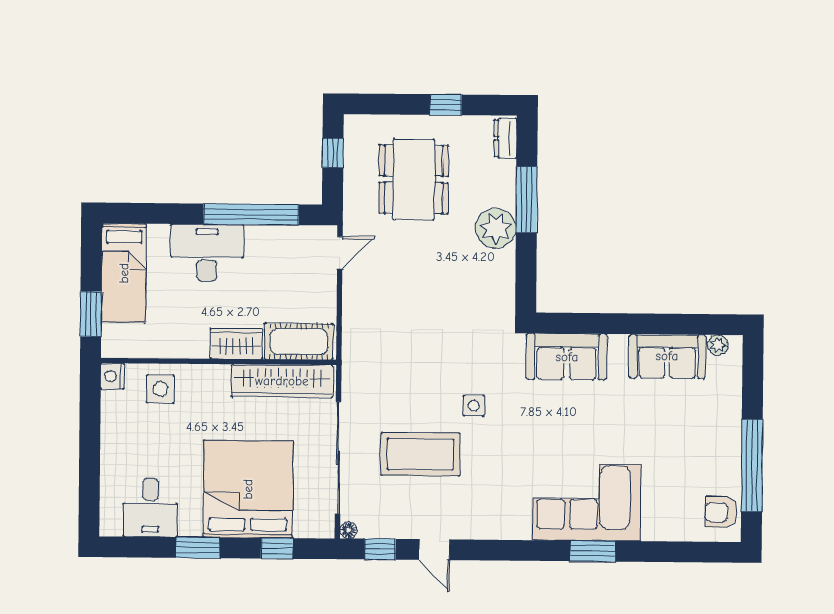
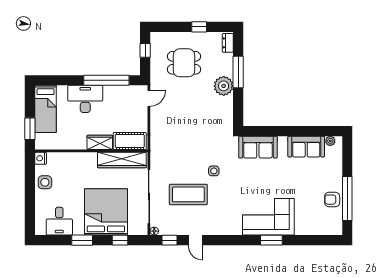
dining table: (414, 179) -> (184, 63), width x0.73
side table: (160, 389) -> (45, 182), moved
armchair: (721, 512) -> (332, 200), moved

